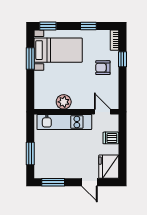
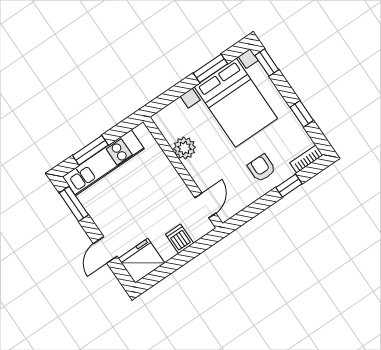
bed with nightstands: (58, 50) -> (236, 103), width x1.36
kitchen unit: (64, 122) -> (103, 163), moved, turned -90

